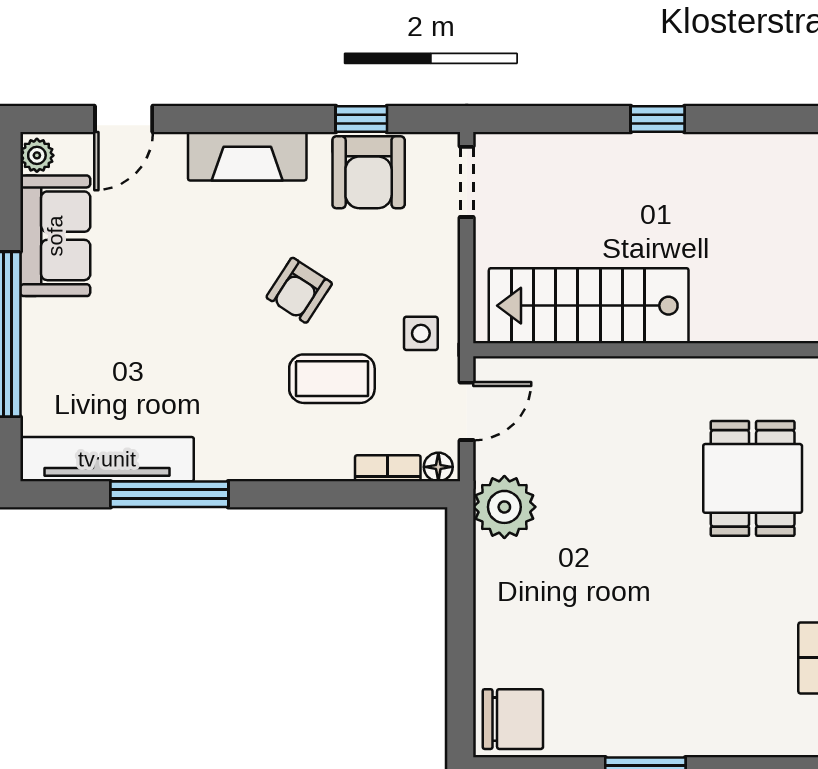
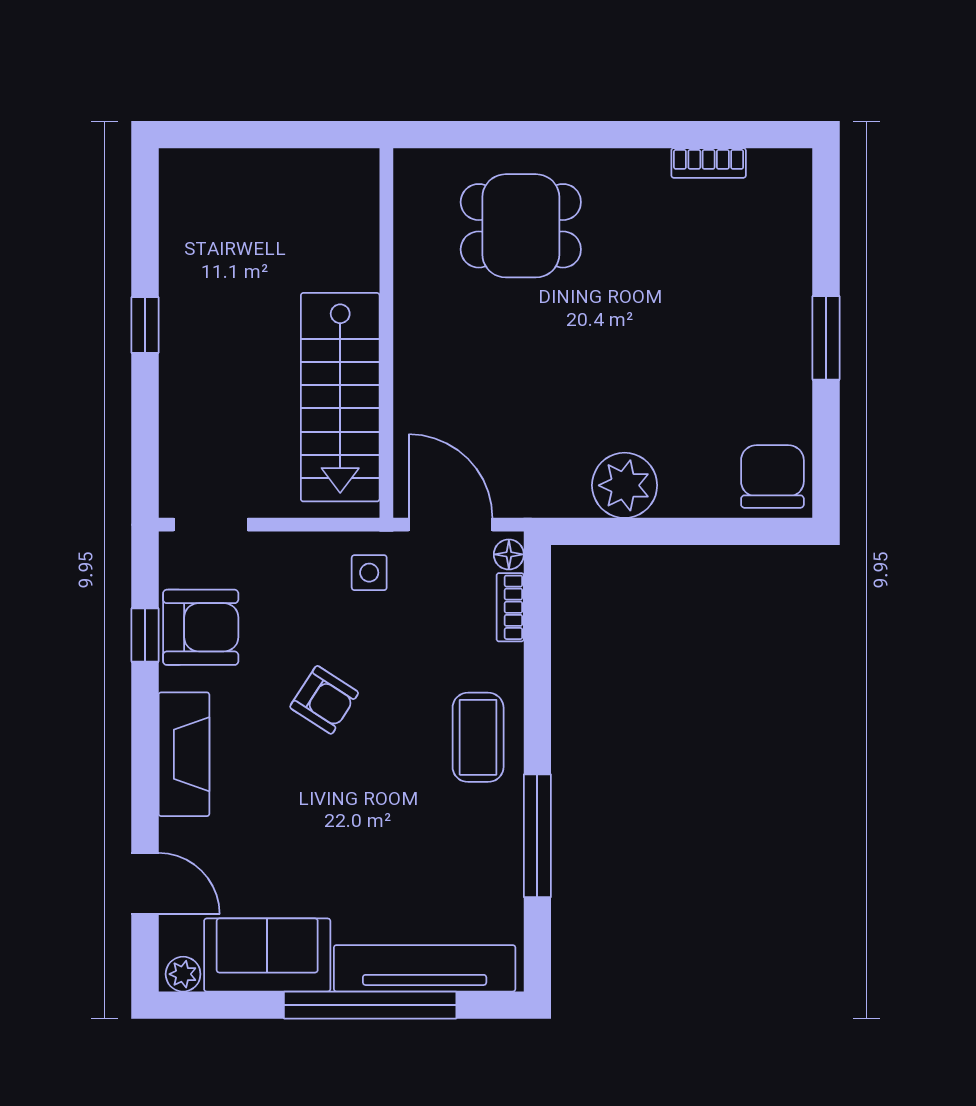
coffee table: (332, 379) -> (478, 737), moved
door: (467, 411) -> (451, 525), width x1.38
tv unit: (107, 459) -> (425, 968), moved, turned 90
plant: (504, 507) -> (625, 485), moved

